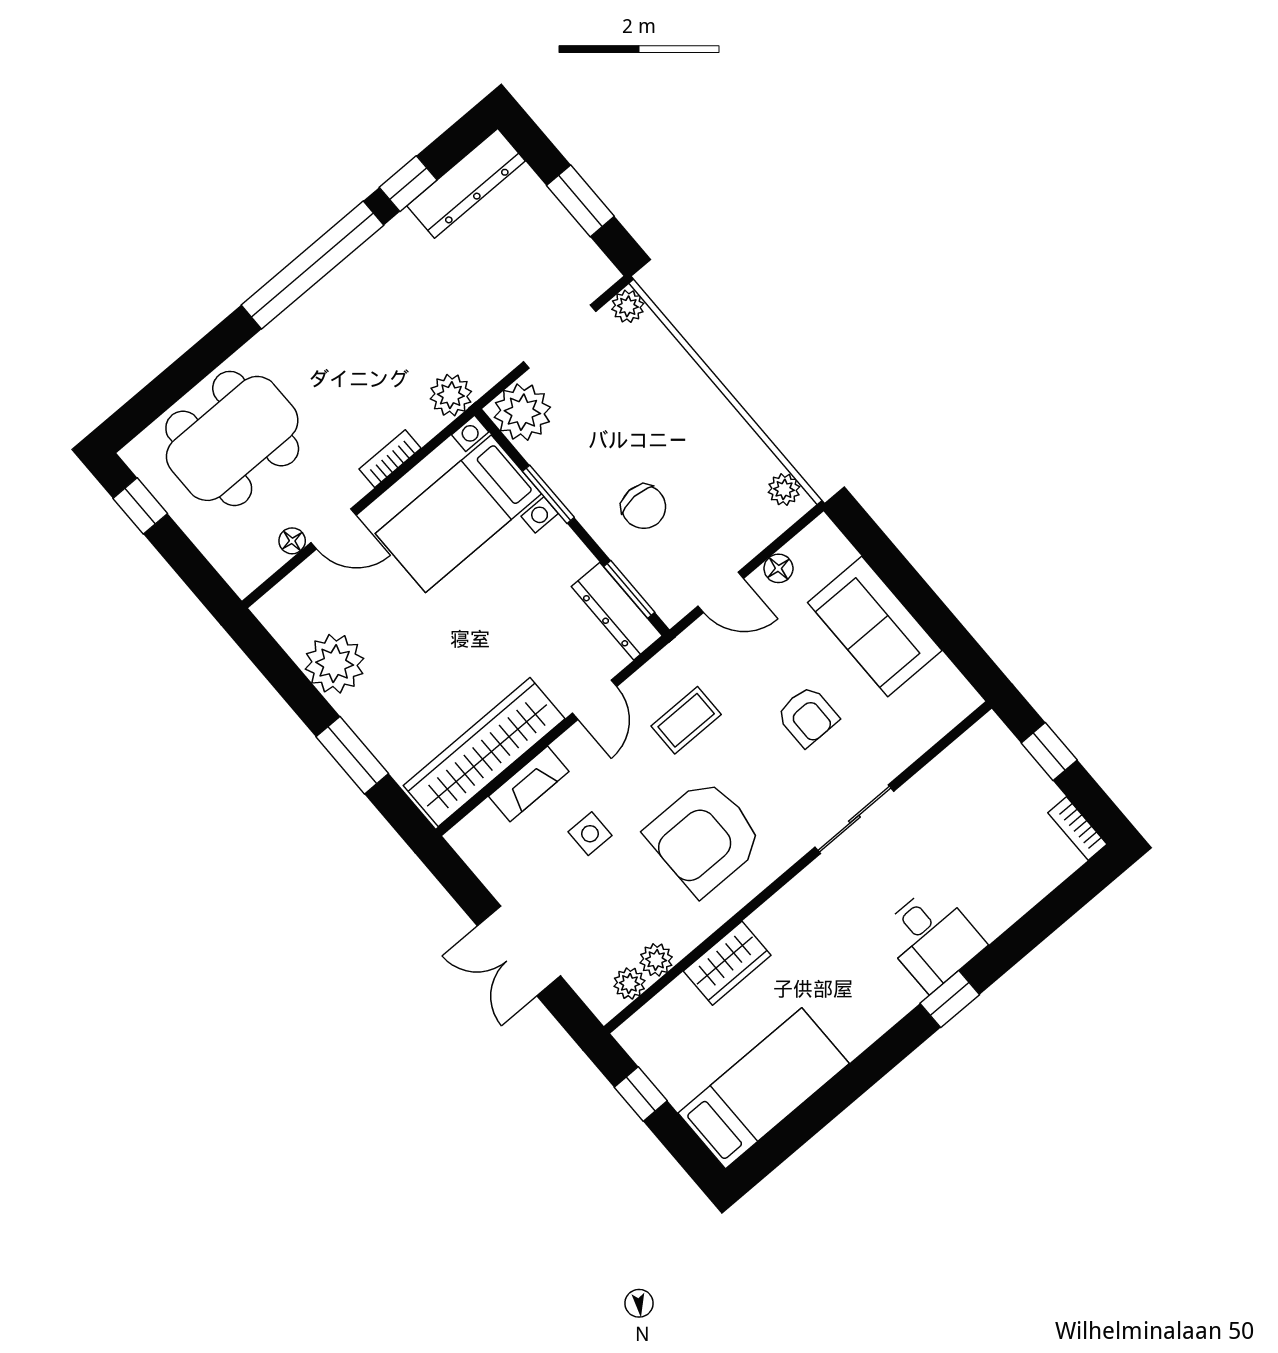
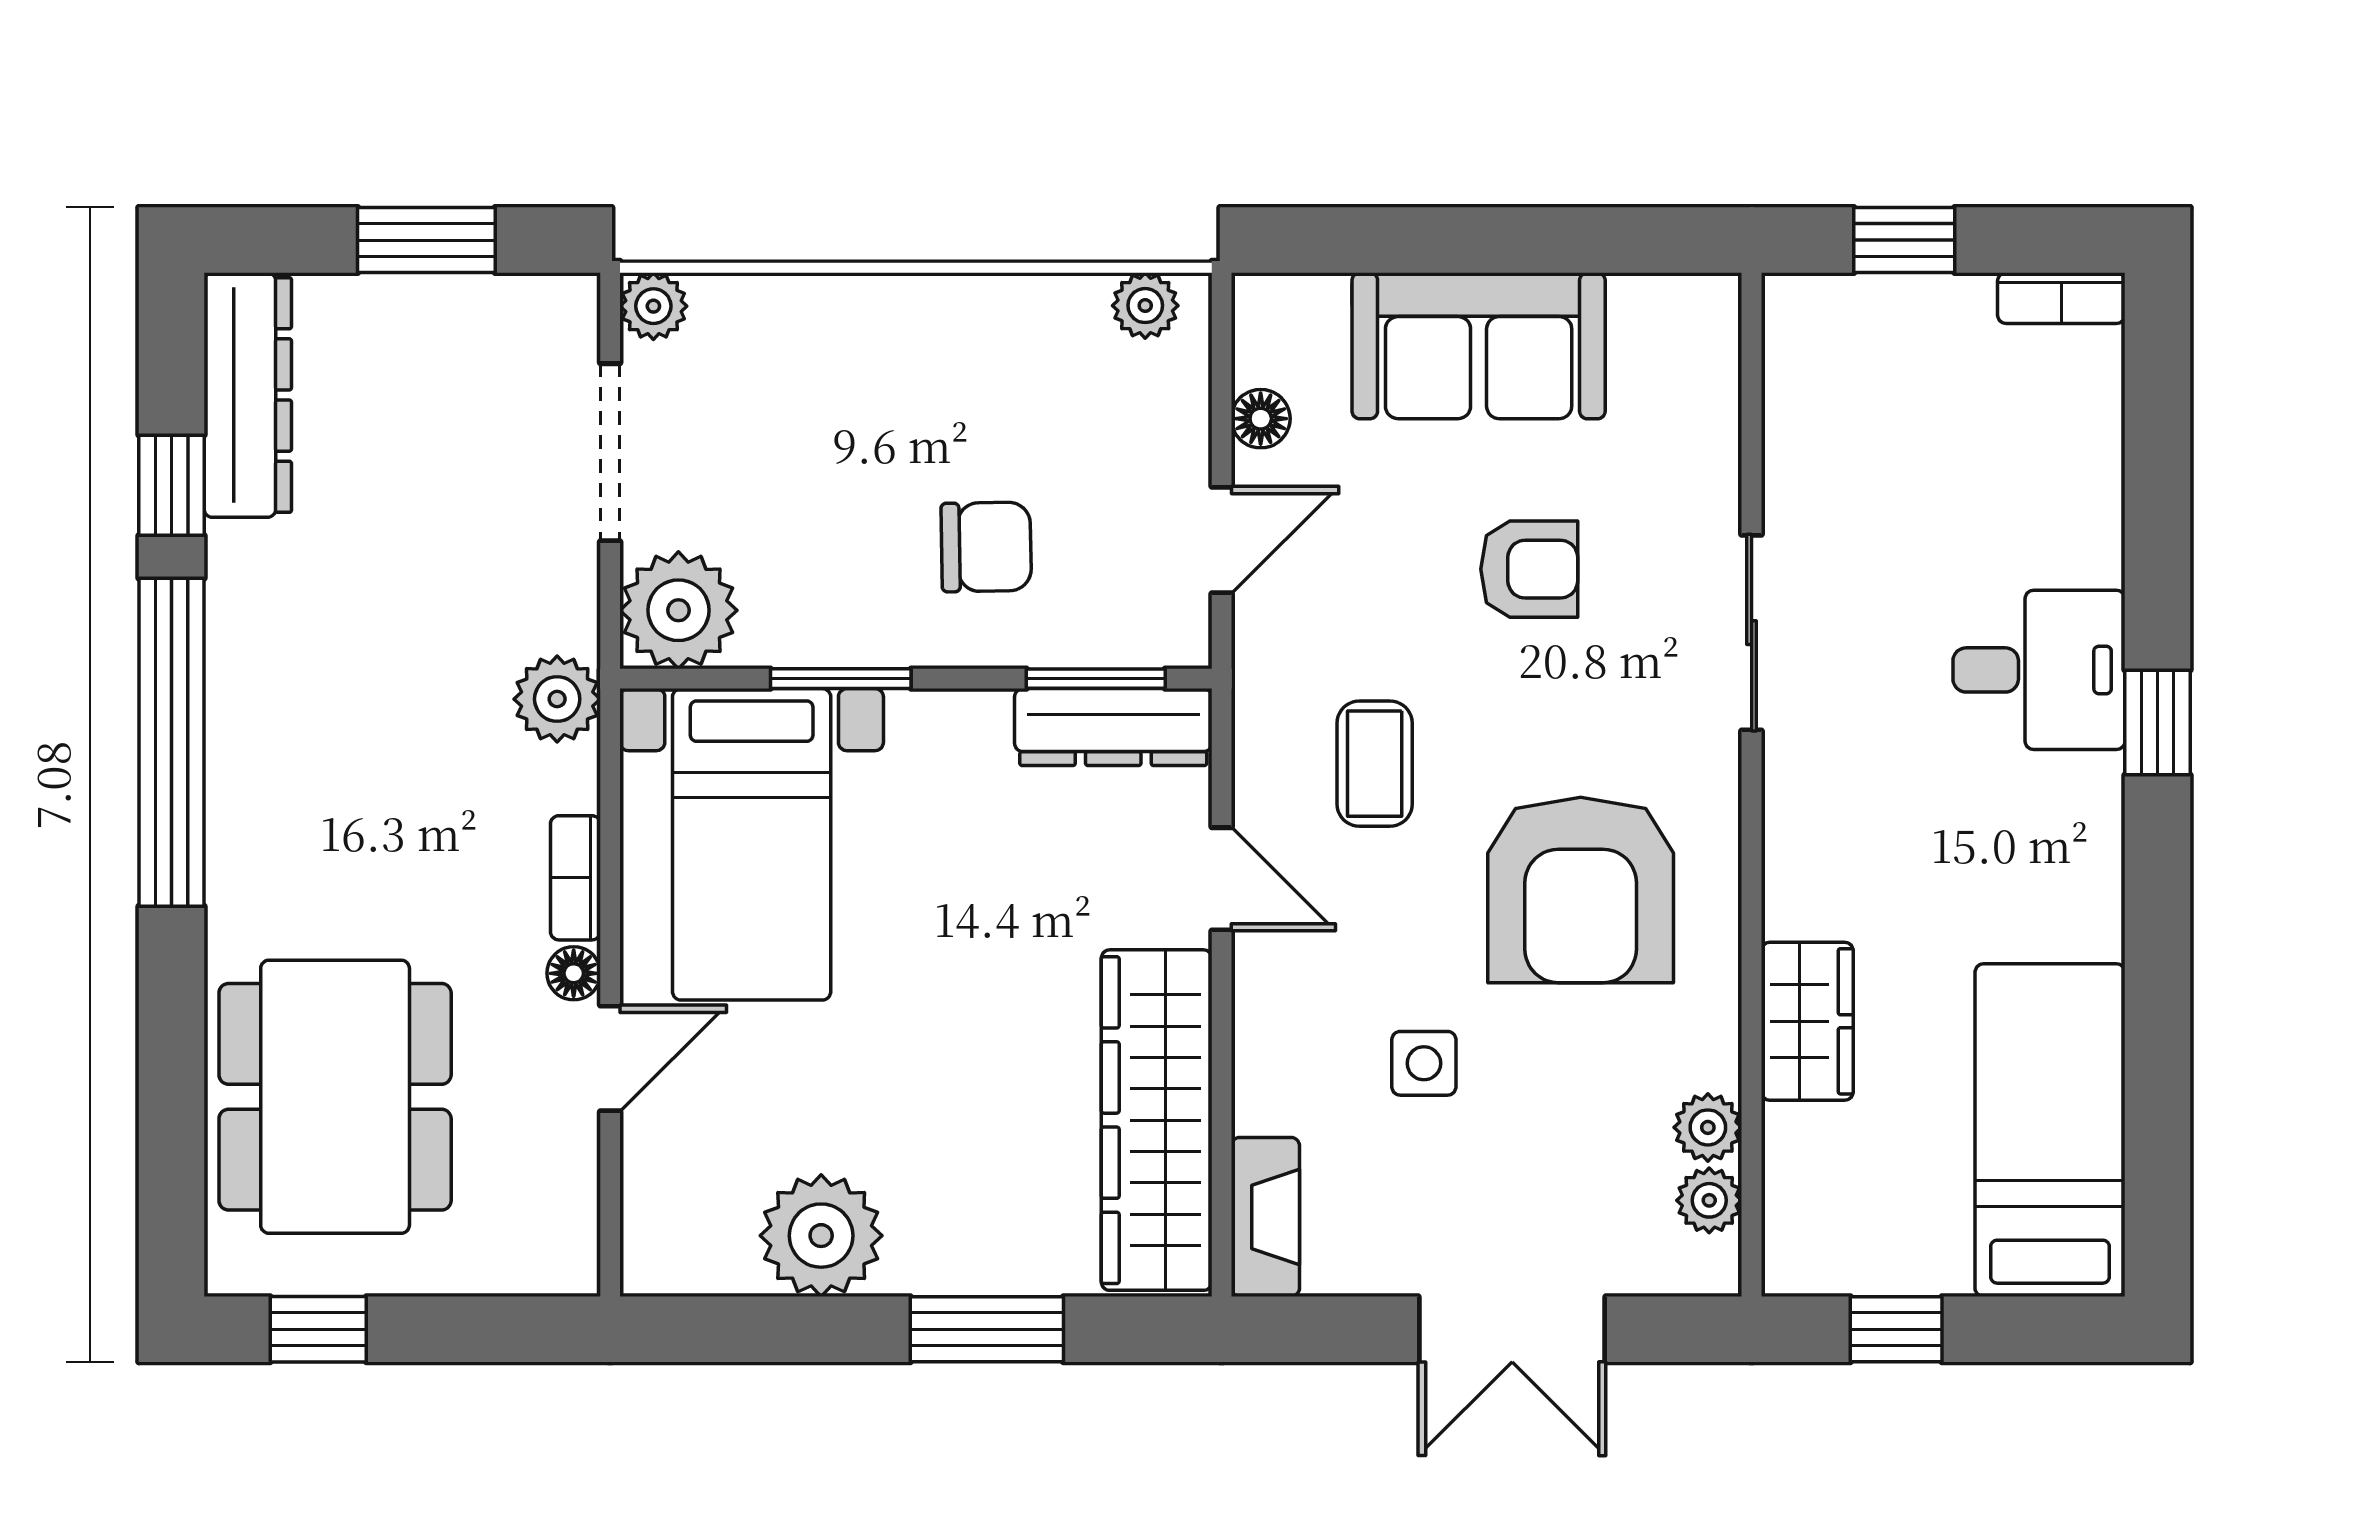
floor lamp: (292, 541) -> (574, 973), moved
fireplace: (529, 784) -> (1265, 1217), moved

